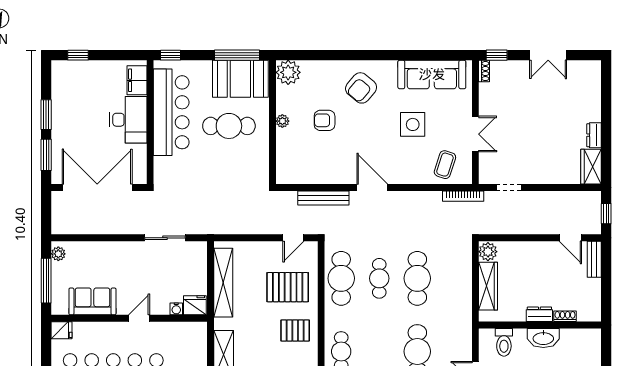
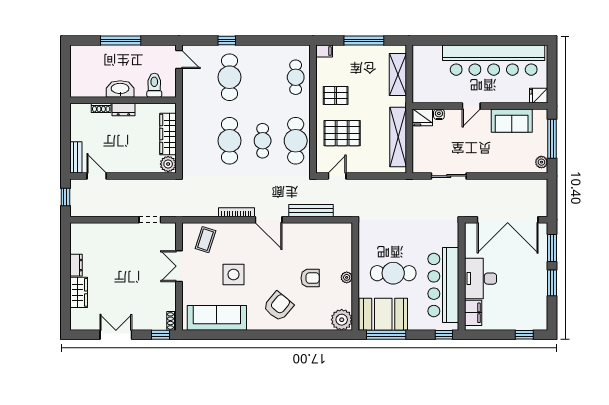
wardrobe: (591, 167) -> (79, 292), moved
bookcase: (463, 196) -> (236, 212), moved

